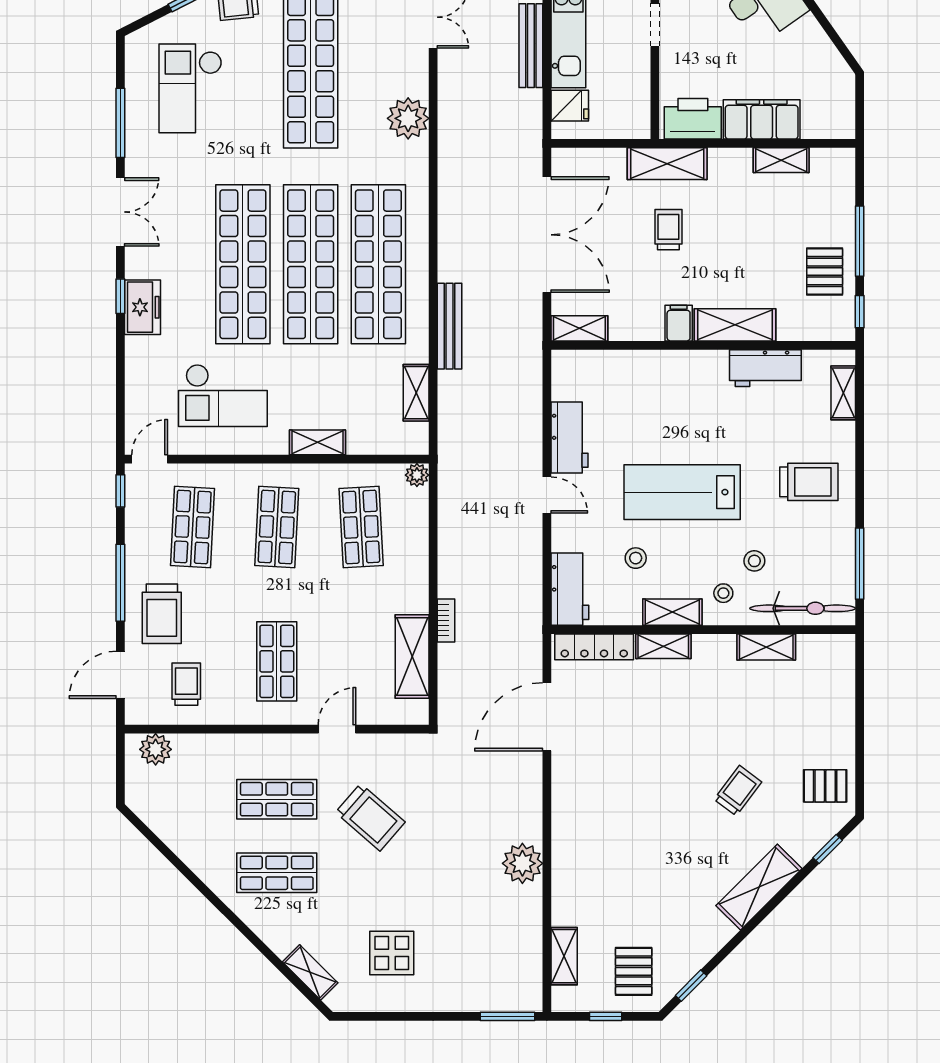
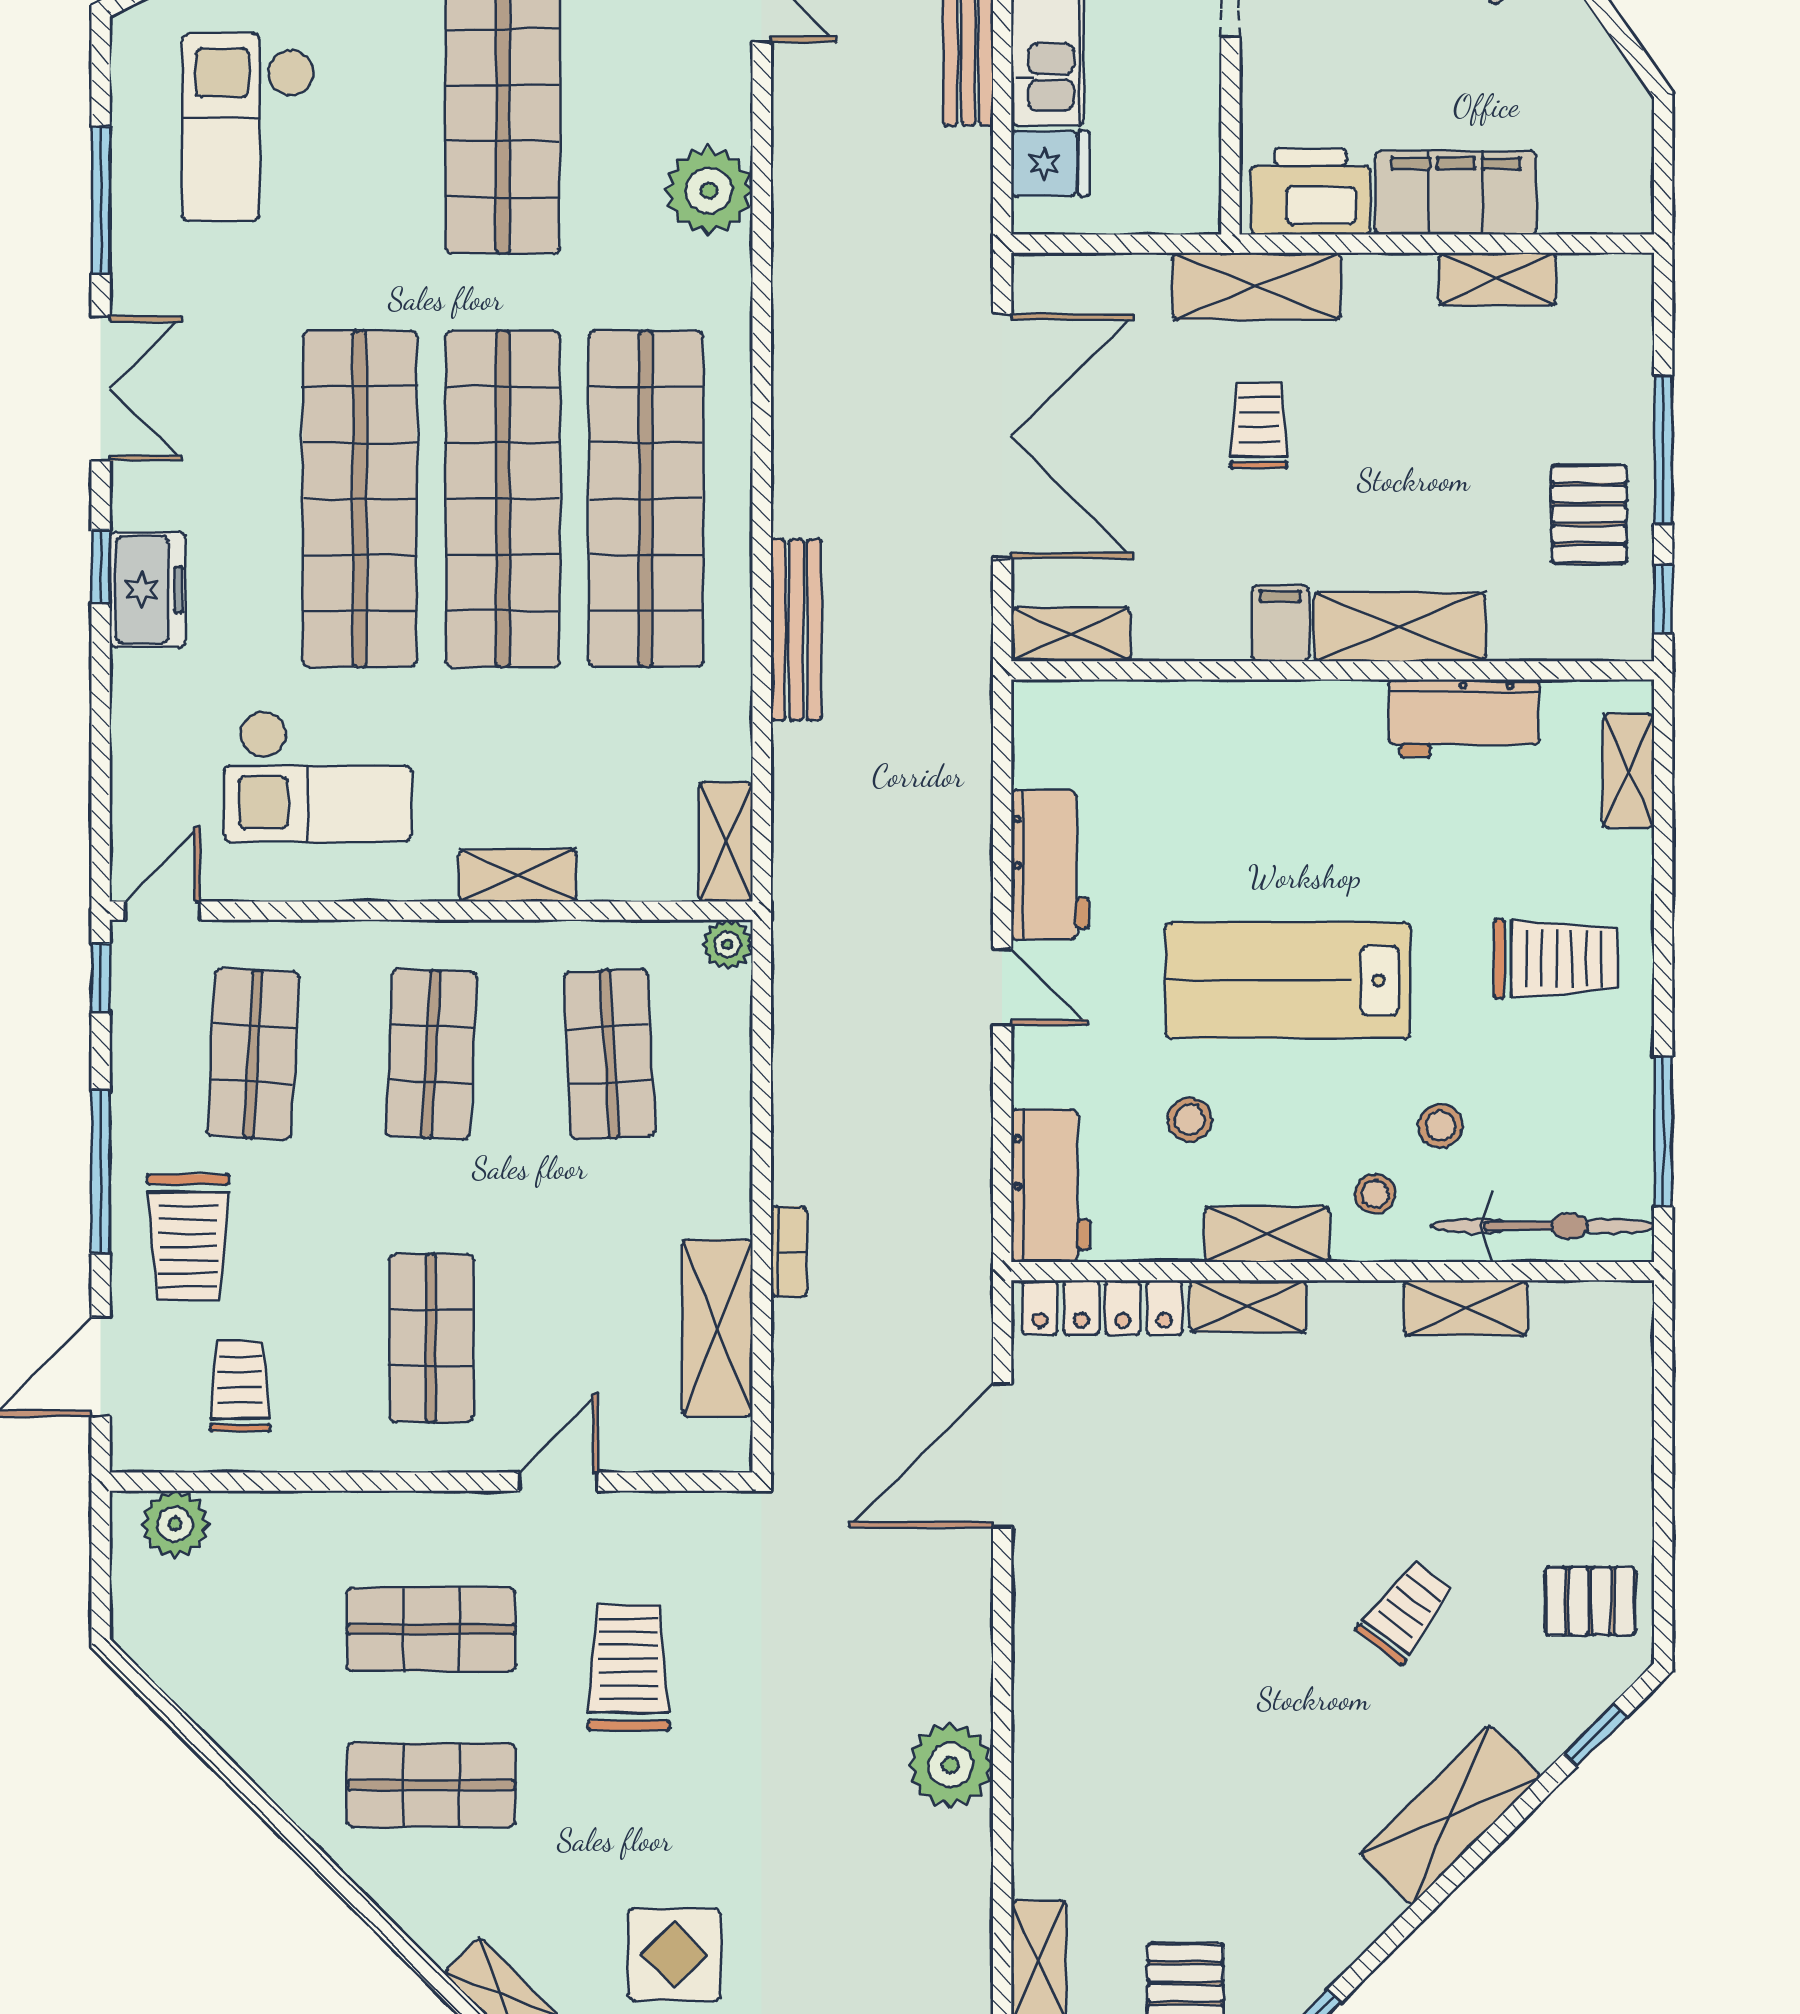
shelving: (416, 393) -> (726, 842), moved
trolley: (370, 817) -> (629, 1668), turned -131

